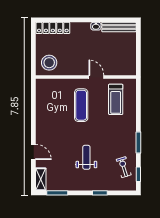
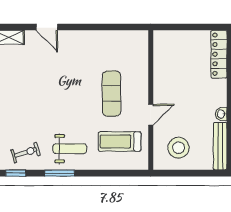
stool: (49, 63) -> (179, 148), moved
exercise mat: (81, 105) -> (112, 94), turned 90
door: (33, 152) -> (47, 27), hinge flipped
weight bench: (86, 157) -> (70, 149), moved

